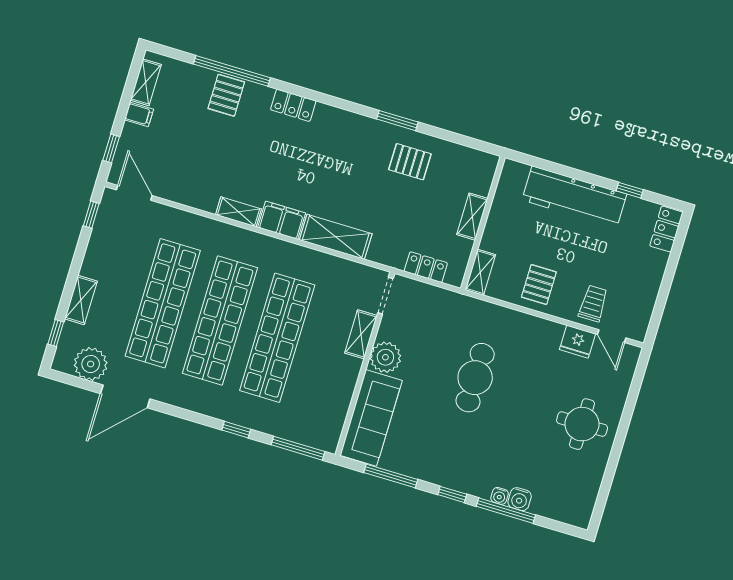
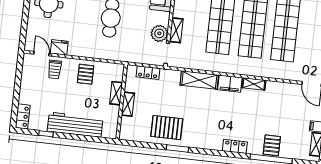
pallet: (410, 162) -> (167, 128), width x1.50, depth x1.42
shelving: (480, 272) -> (116, 93), moved
plant: (385, 357) -> (159, 33), moved

